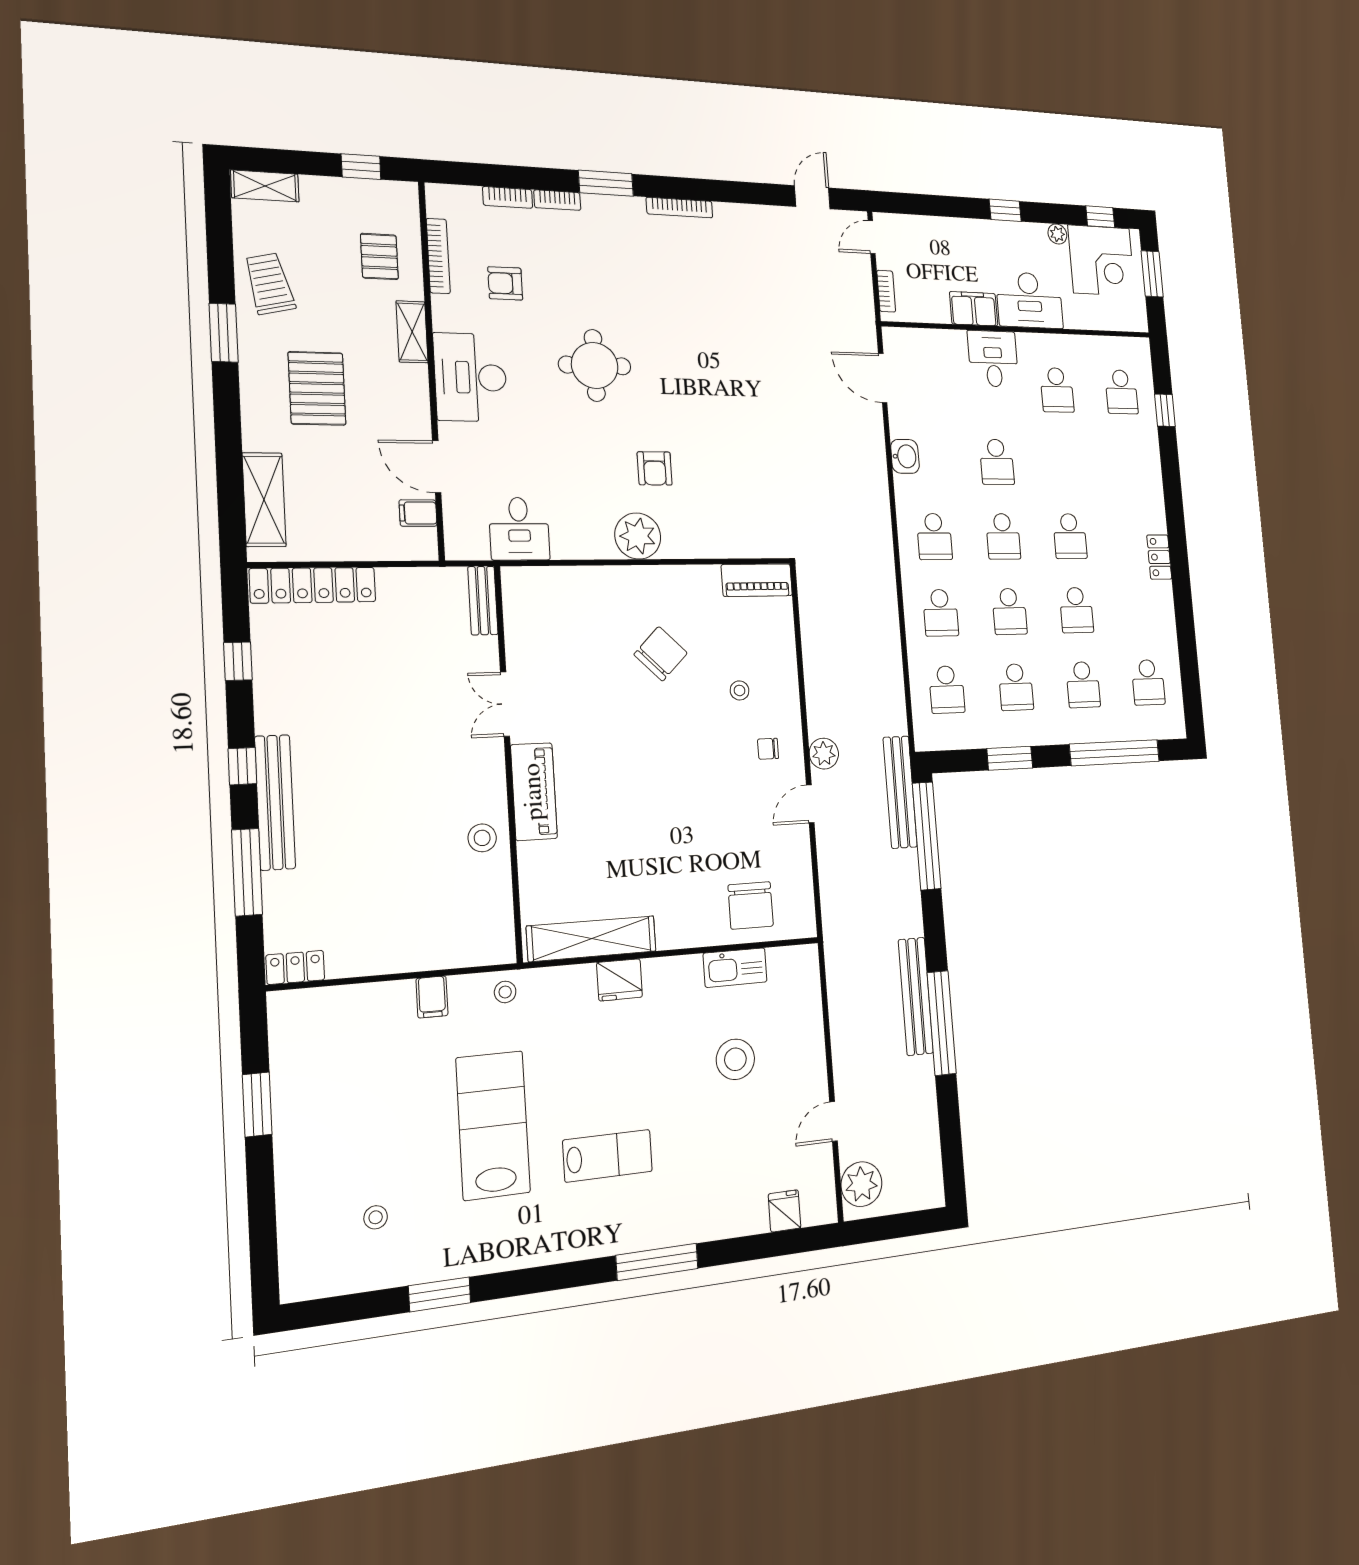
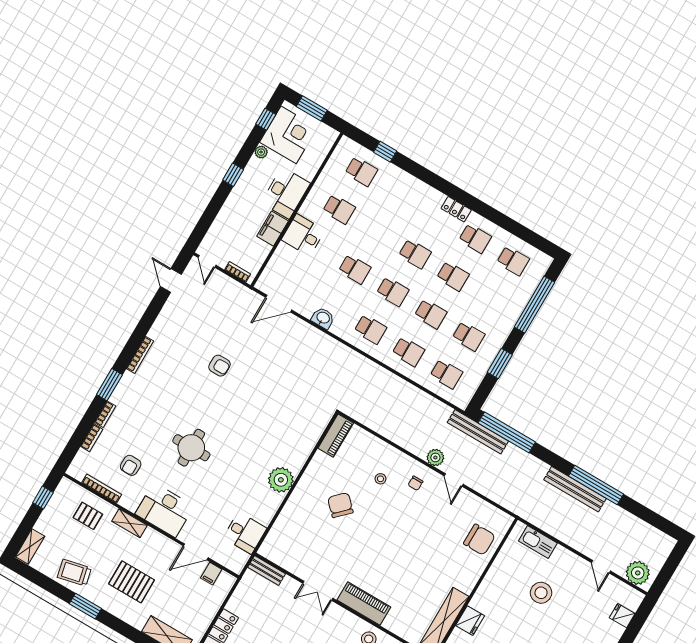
armchair: (655, 468) -> (219, 366), moved
school desk: (1083, 685) -> (475, 238), moved
kitchen sink: (735, 968) -> (538, 542), moved, turned 90

